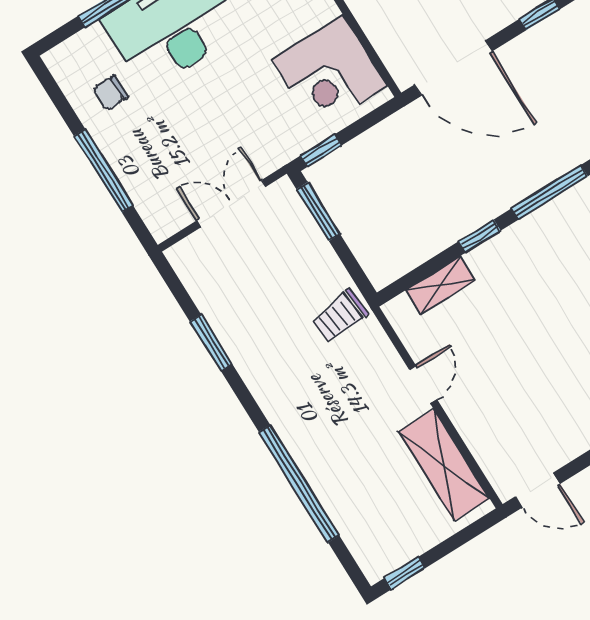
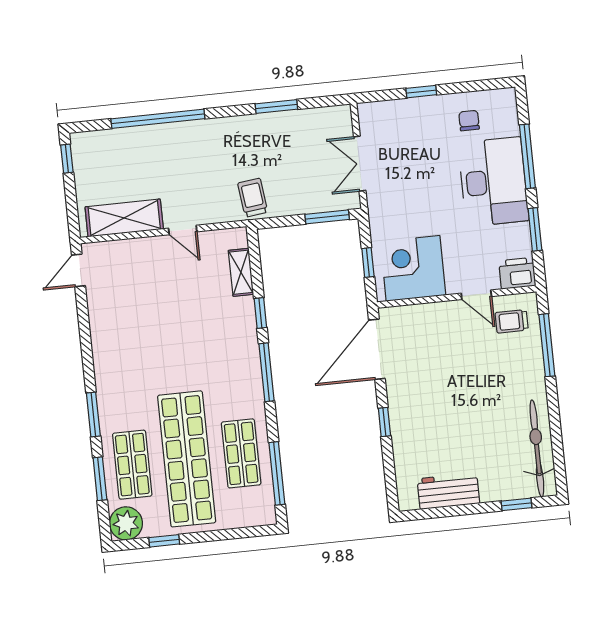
window: (321, 151) -> (368, 262), moved
window: (103, 171) -> (421, 92), width x0.46
double door: (231, 203) -> (360, 164), swing flipped

